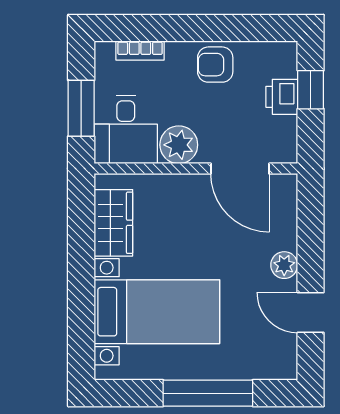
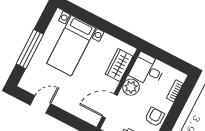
window: (81, 108) -> (164, 57), removed
wardrobe: (113, 223) -> (119, 65), moved, turned 90
plant: (284, 265) -> (64, 104), removed

